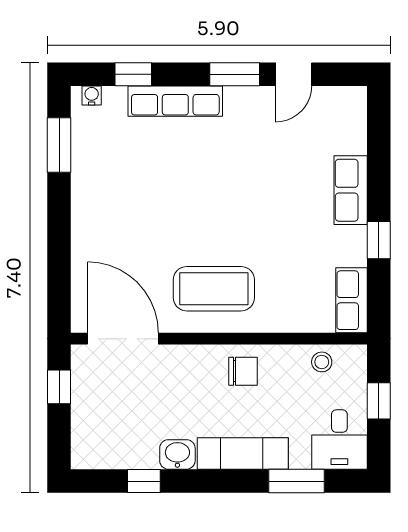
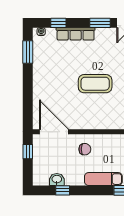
coffee table: (214, 289) -> (95, 84), moved
chair: (243, 371) -> (85, 149), moved
washbasin: (177, 454) -> (57, 179), moved

